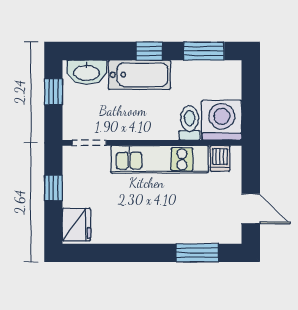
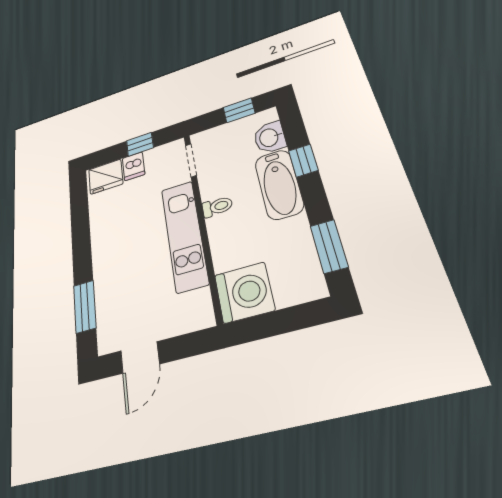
window: (149, 51) -> (303, 161), moved
washbasin: (87, 72) -> (270, 137), width x0.72
toilet: (190, 123) -> (217, 207), moved, width x0.73, depth x0.72
dishwasher: (220, 158) -> (133, 166), moved, turned -90

